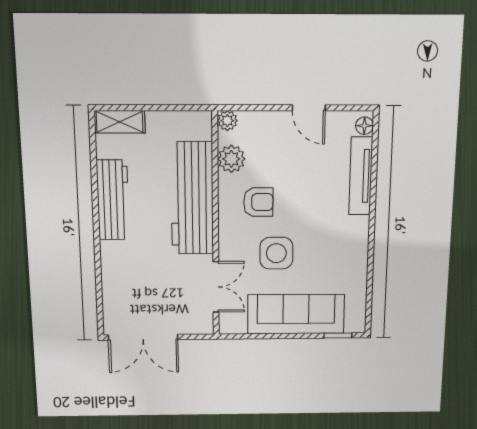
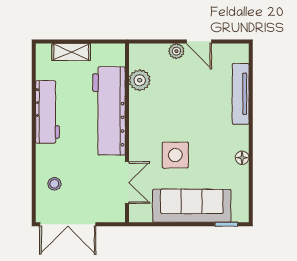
plant: (227, 121) -> (176, 51), moved
shelving: (120, 122) -> (71, 52), moved
floor lamp: (364, 126) -> (242, 158), moved
armchair: (258, 202) -> (161, 114), removed
stool: (125, 289) -> (54, 184), added

